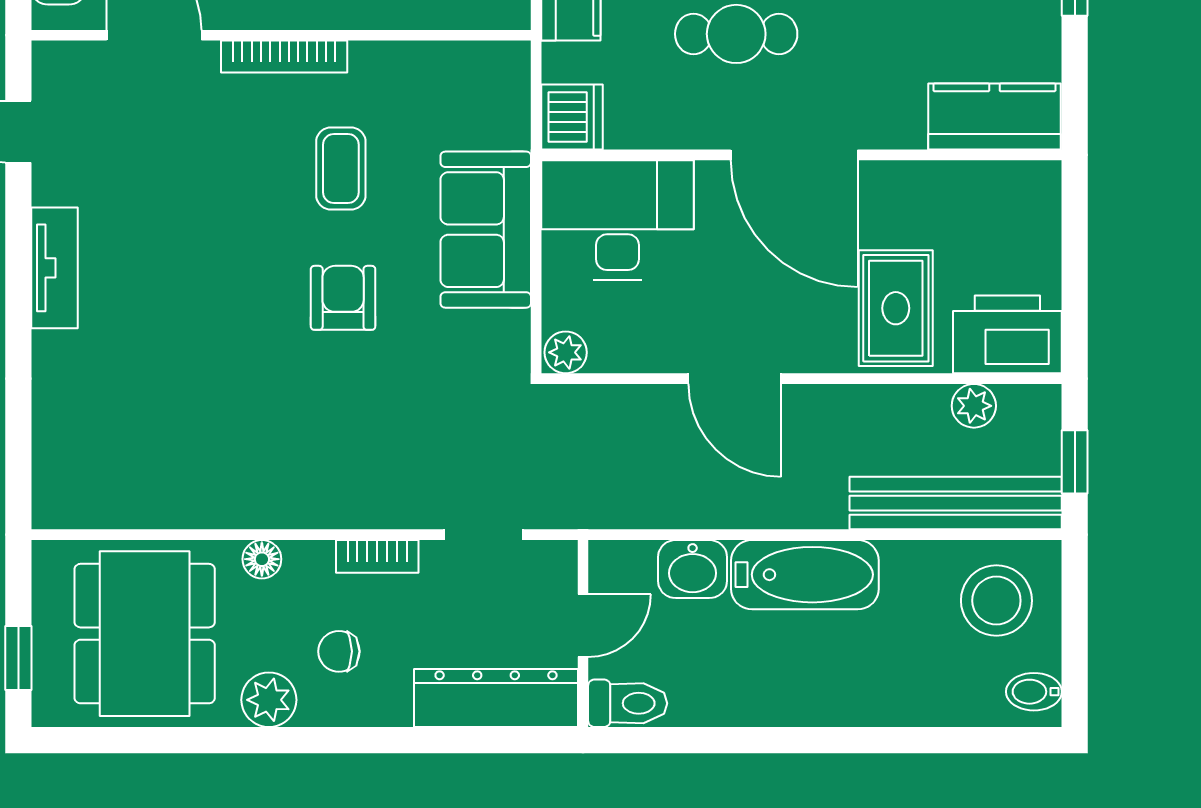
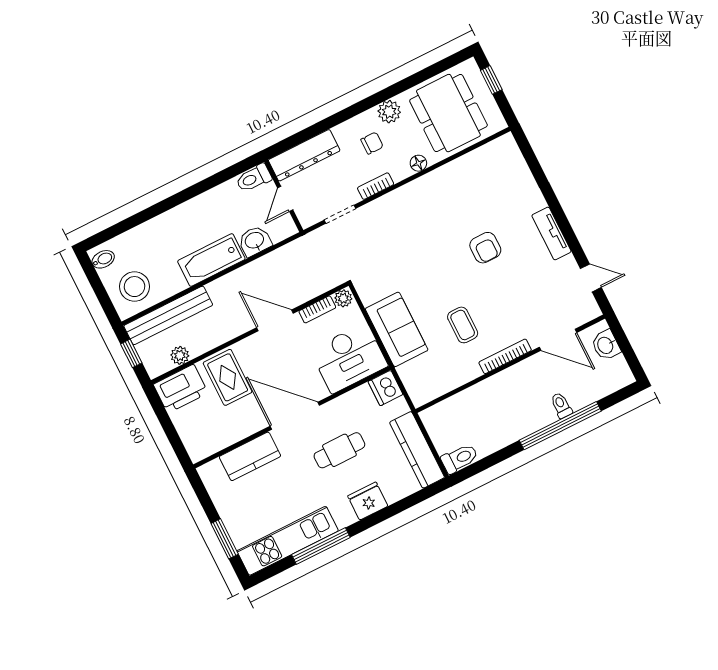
kitchen counter: (994, 117) -> (250, 456), moved
armchair: (343, 298) -> (485, 248), moved
bookcase: (633, 357) -> (317, 309), added

